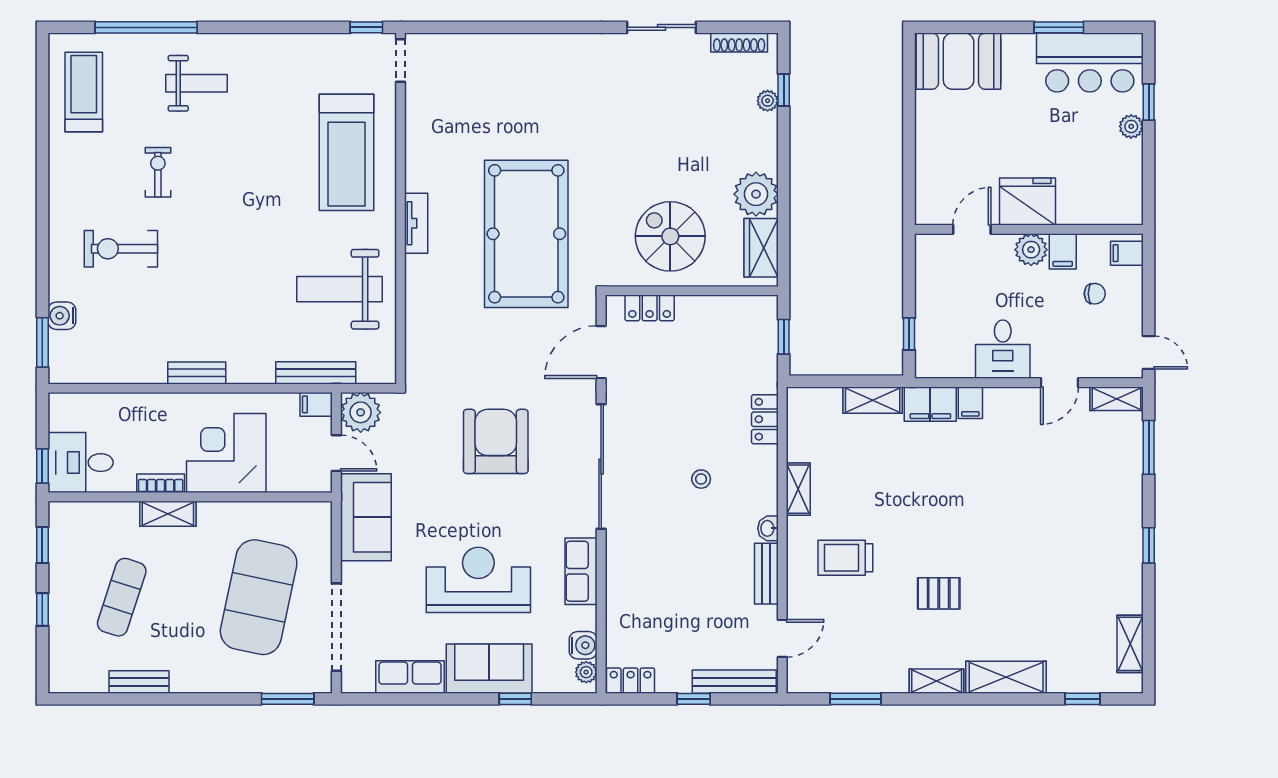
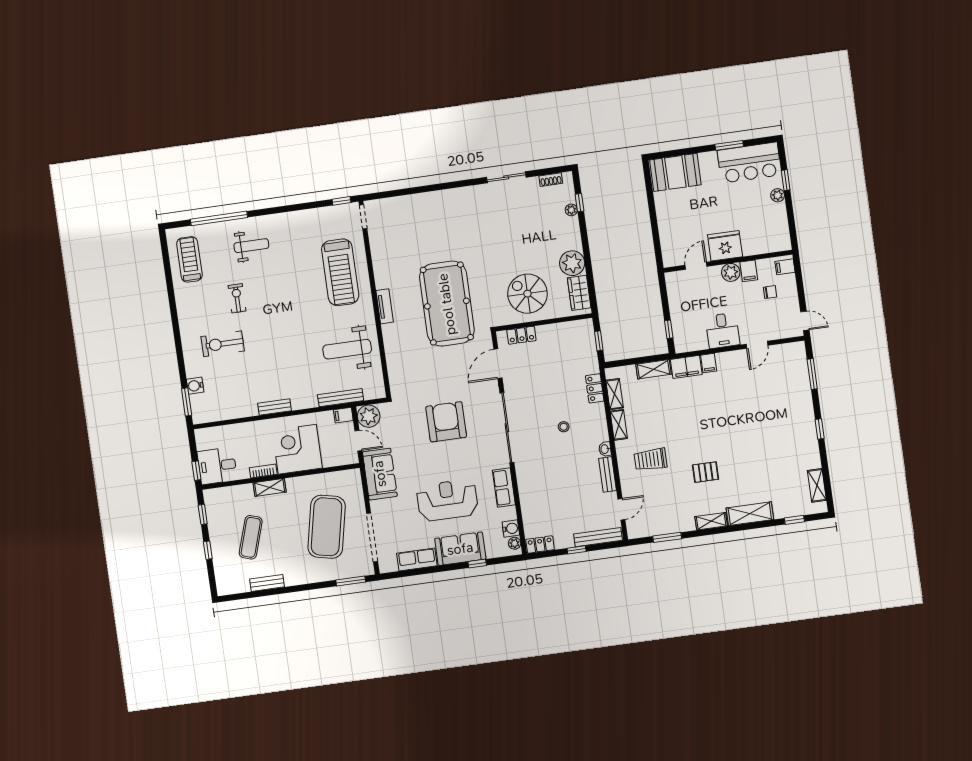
shoe rack: (739, 43) -> (551, 180), width x0.70
shelving: (1117, 399) -> (615, 394), moved, turned 90

